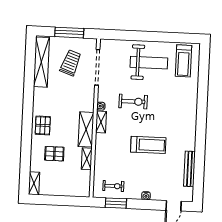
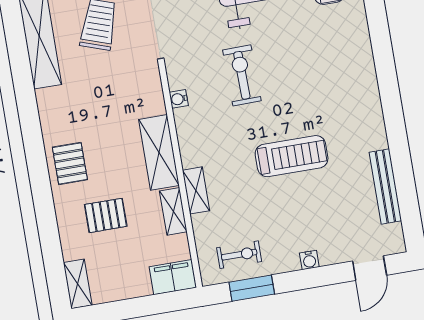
exercise bike: (133, 102) -> (242, 75), turned -91
shelving: (101, 122) -> (196, 190), moved
filing cabinet: (80, 190) -> (173, 277), added

